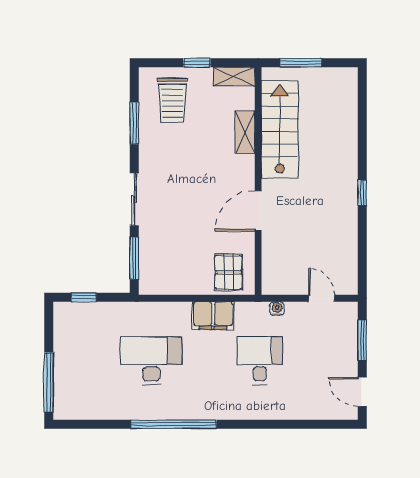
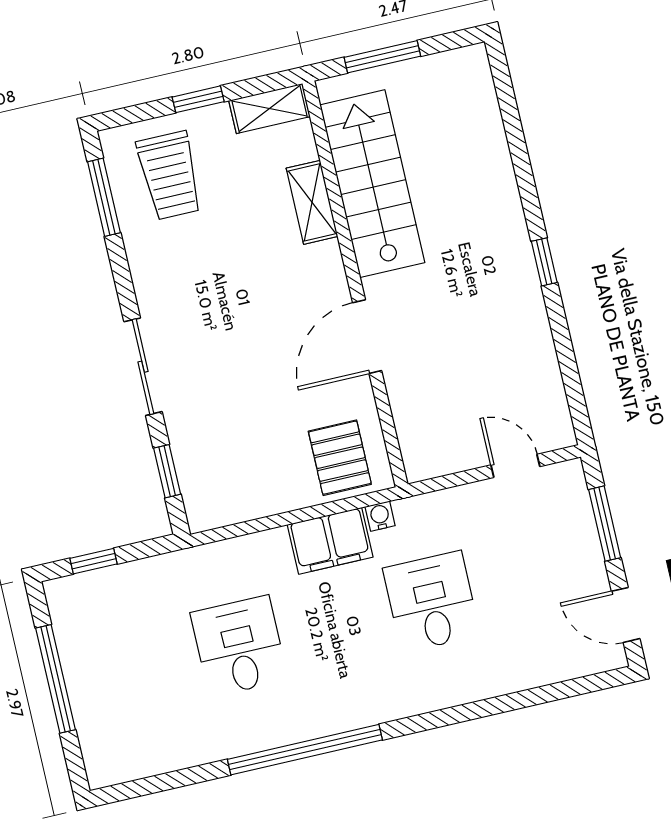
window: (134, 123) -> (104, 197), moved
window: (134, 258) -> (167, 471), width x0.67
water cooler: (277, 309) -> (380, 516), moved
desk: (151, 361) -> (239, 646), width x0.73
window: (49, 382) -> (56, 679), moved

